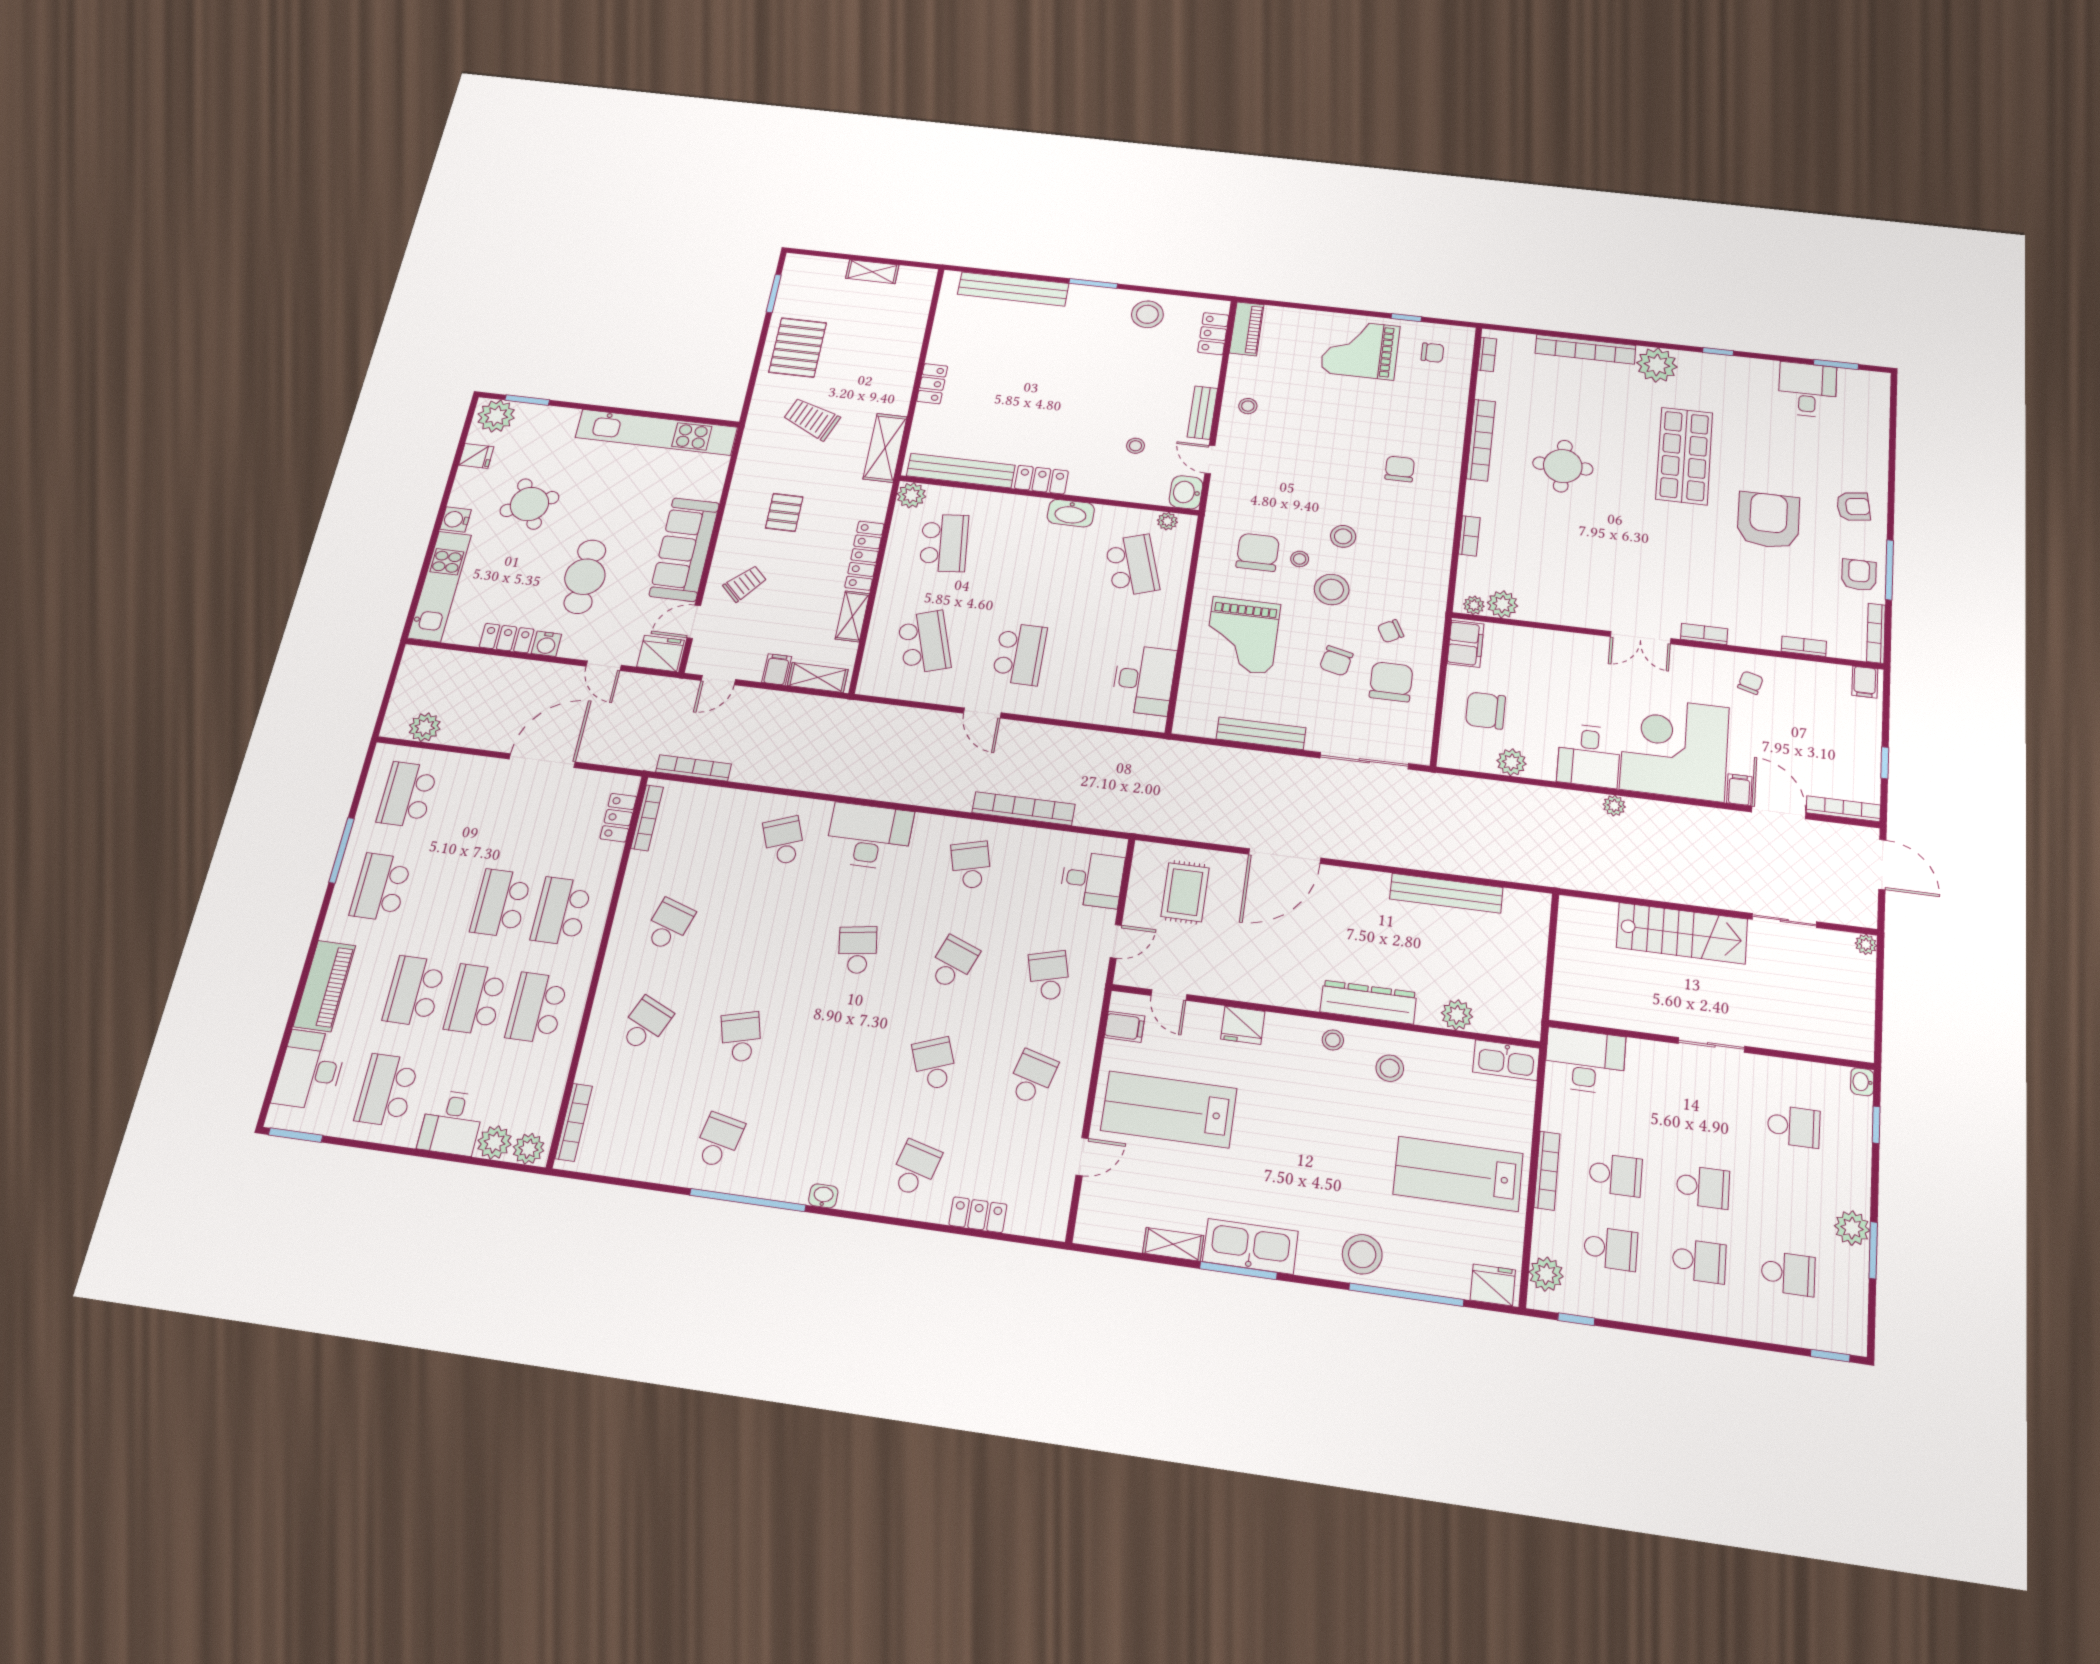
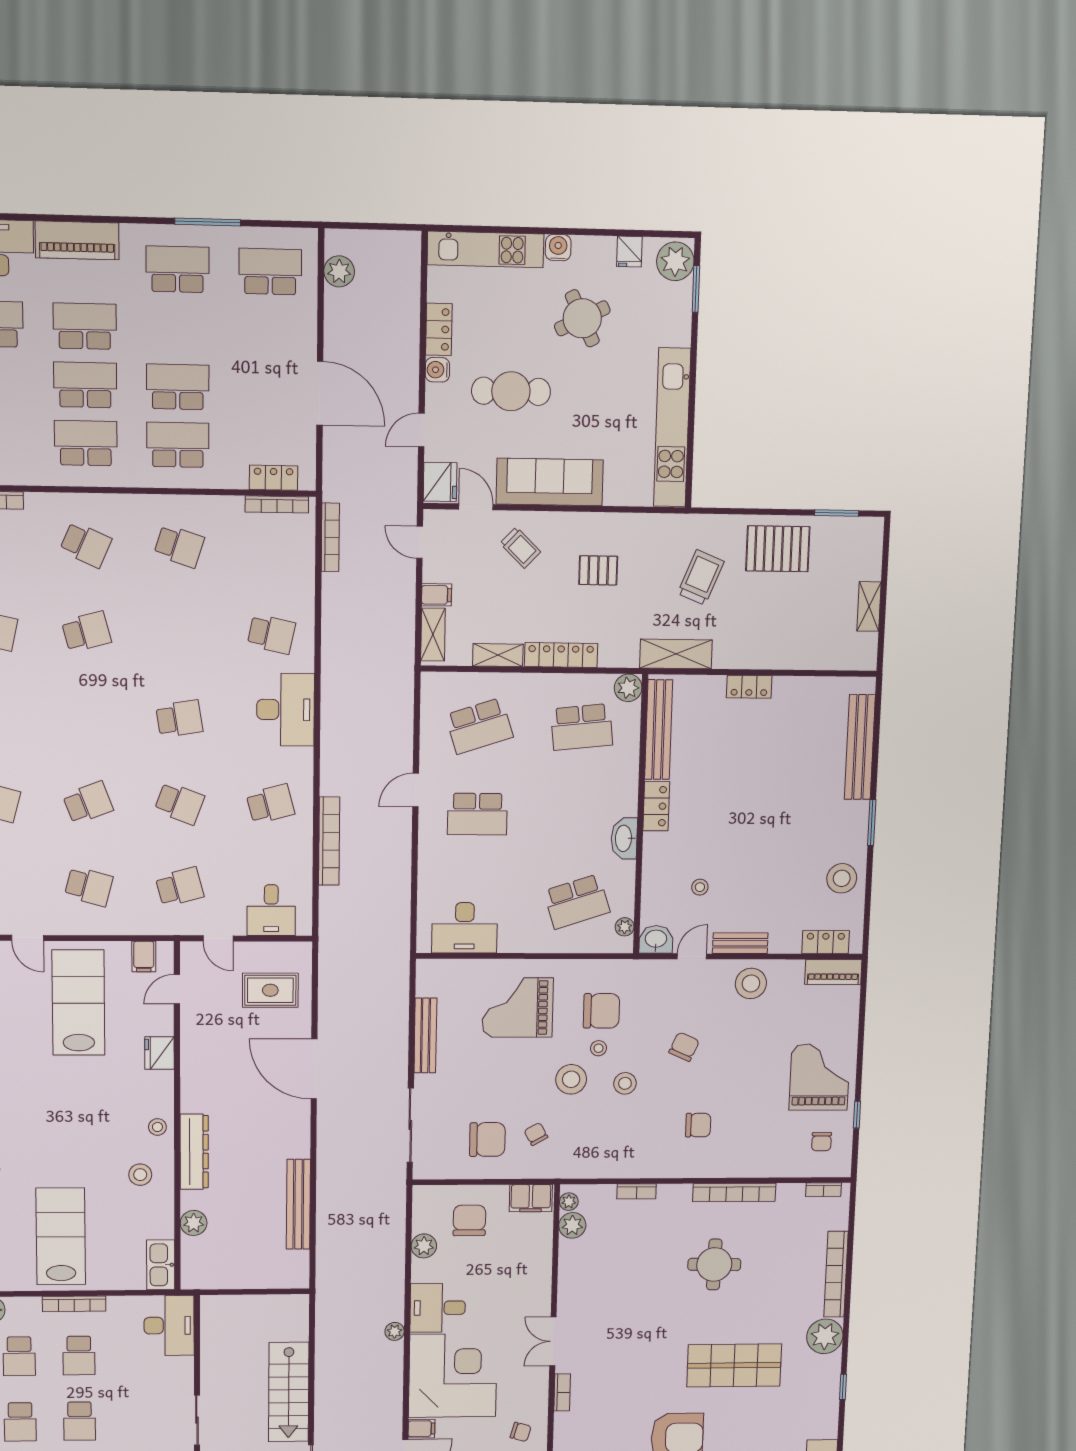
stool: (1248, 406) -> (751, 983), width x1.89, depth x1.89
chair: (1336, 661) -> (684, 1047), moved, turned 101
school desk: (784, 841) -> (271, 634), turned 33

